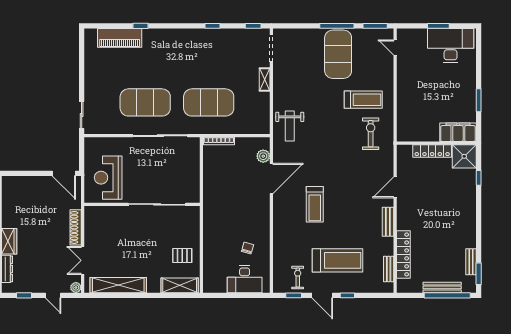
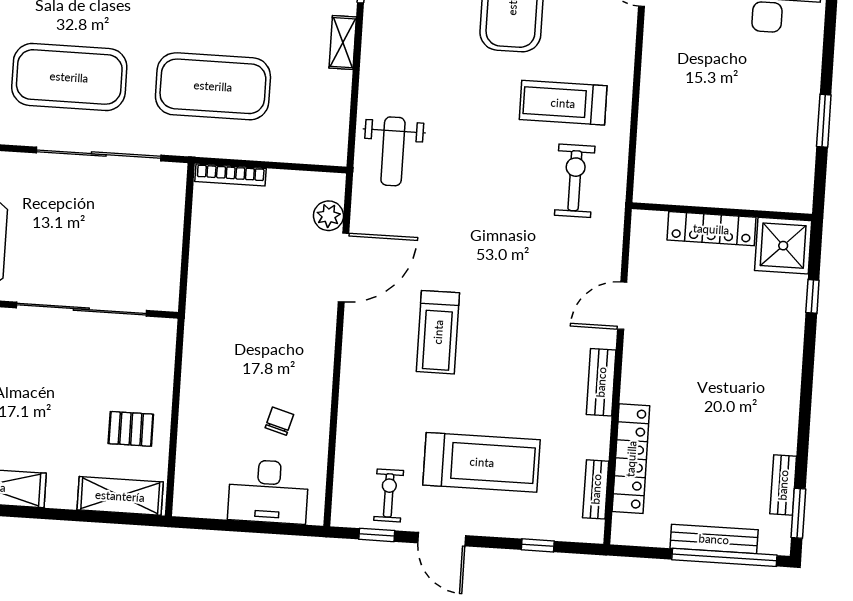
treadmill: (363, 100) -> (563, 103), turned 180
filing cabinet: (458, 132) -> (773, 190), removed
window: (347, 295) -> (538, 545), moved

